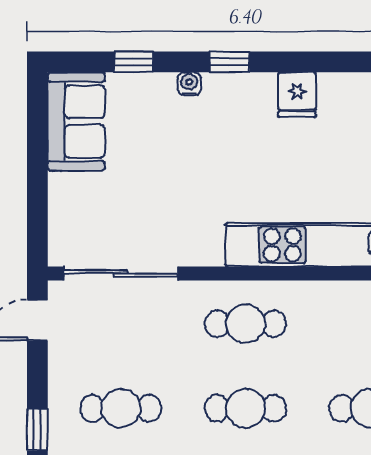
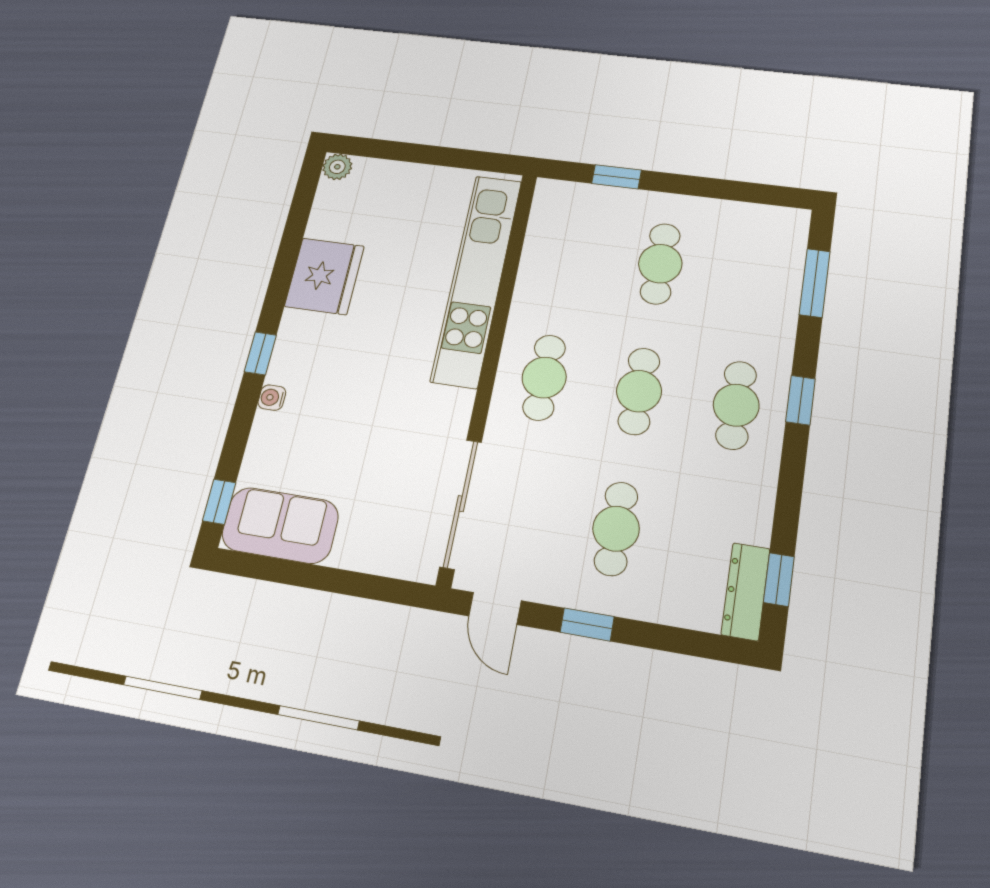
window: (133, 62) -> (219, 502), moved
fridge: (297, 95) -> (324, 276), width x1.88, depth x1.34
window: (37, 430) -> (587, 624), moved

